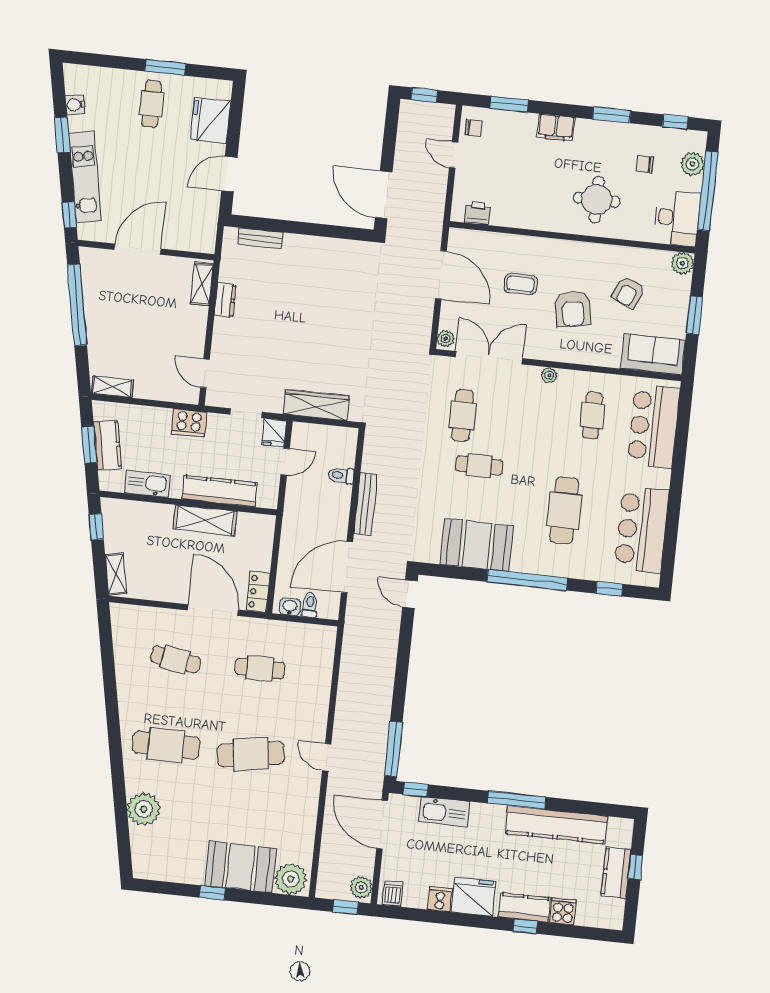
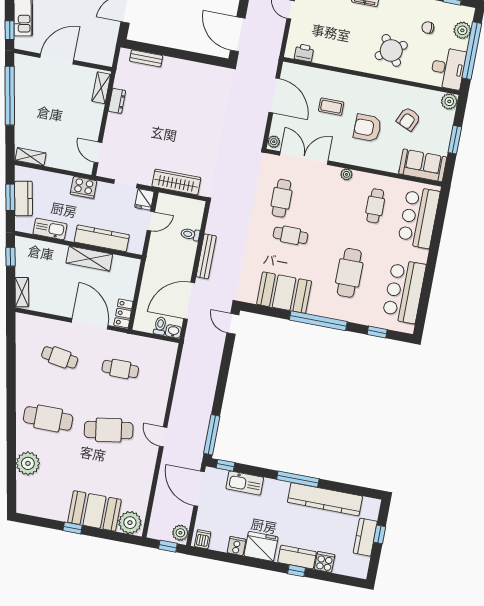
round table: (597, 200) -> (391, 50), turned -34
armchair: (573, 309) -> (367, 128), turned 100
washbasin: (290, 607) -> (173, 331), moved

